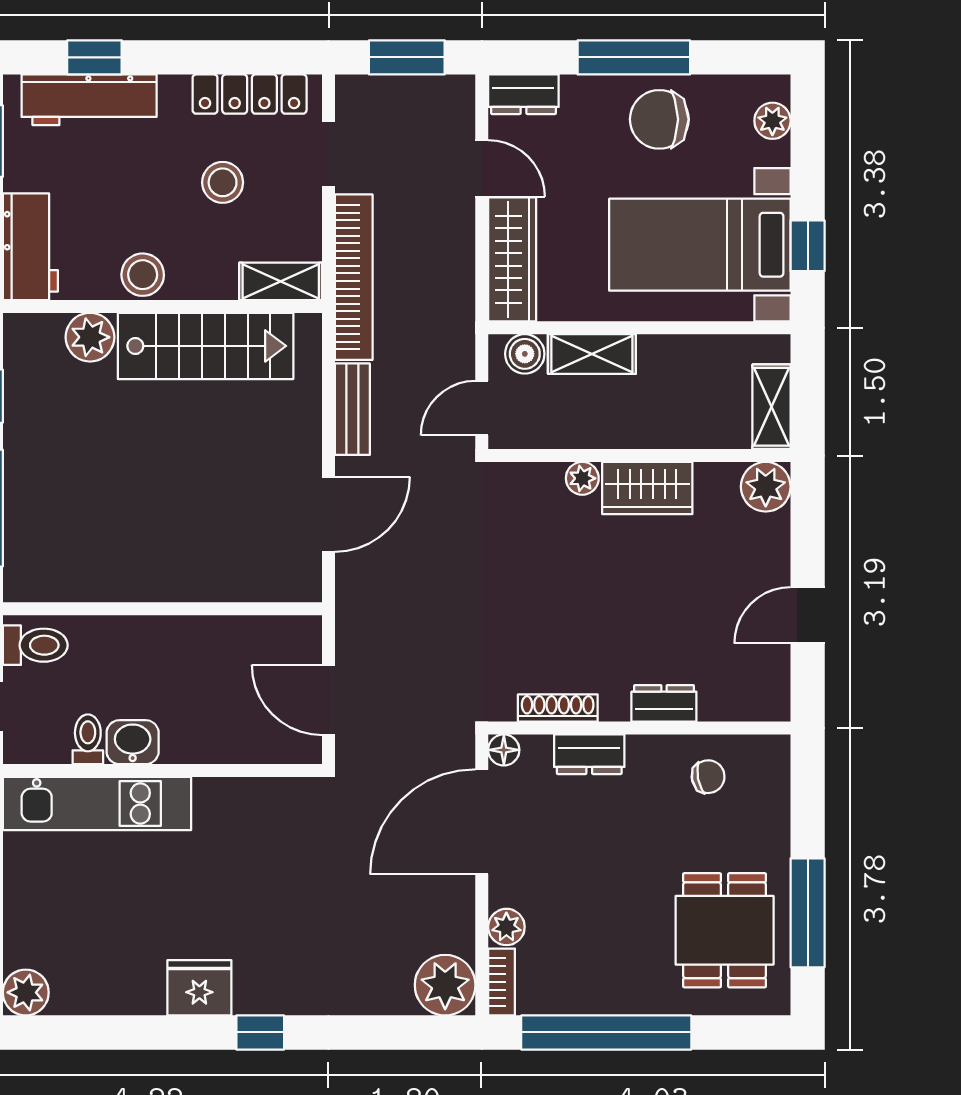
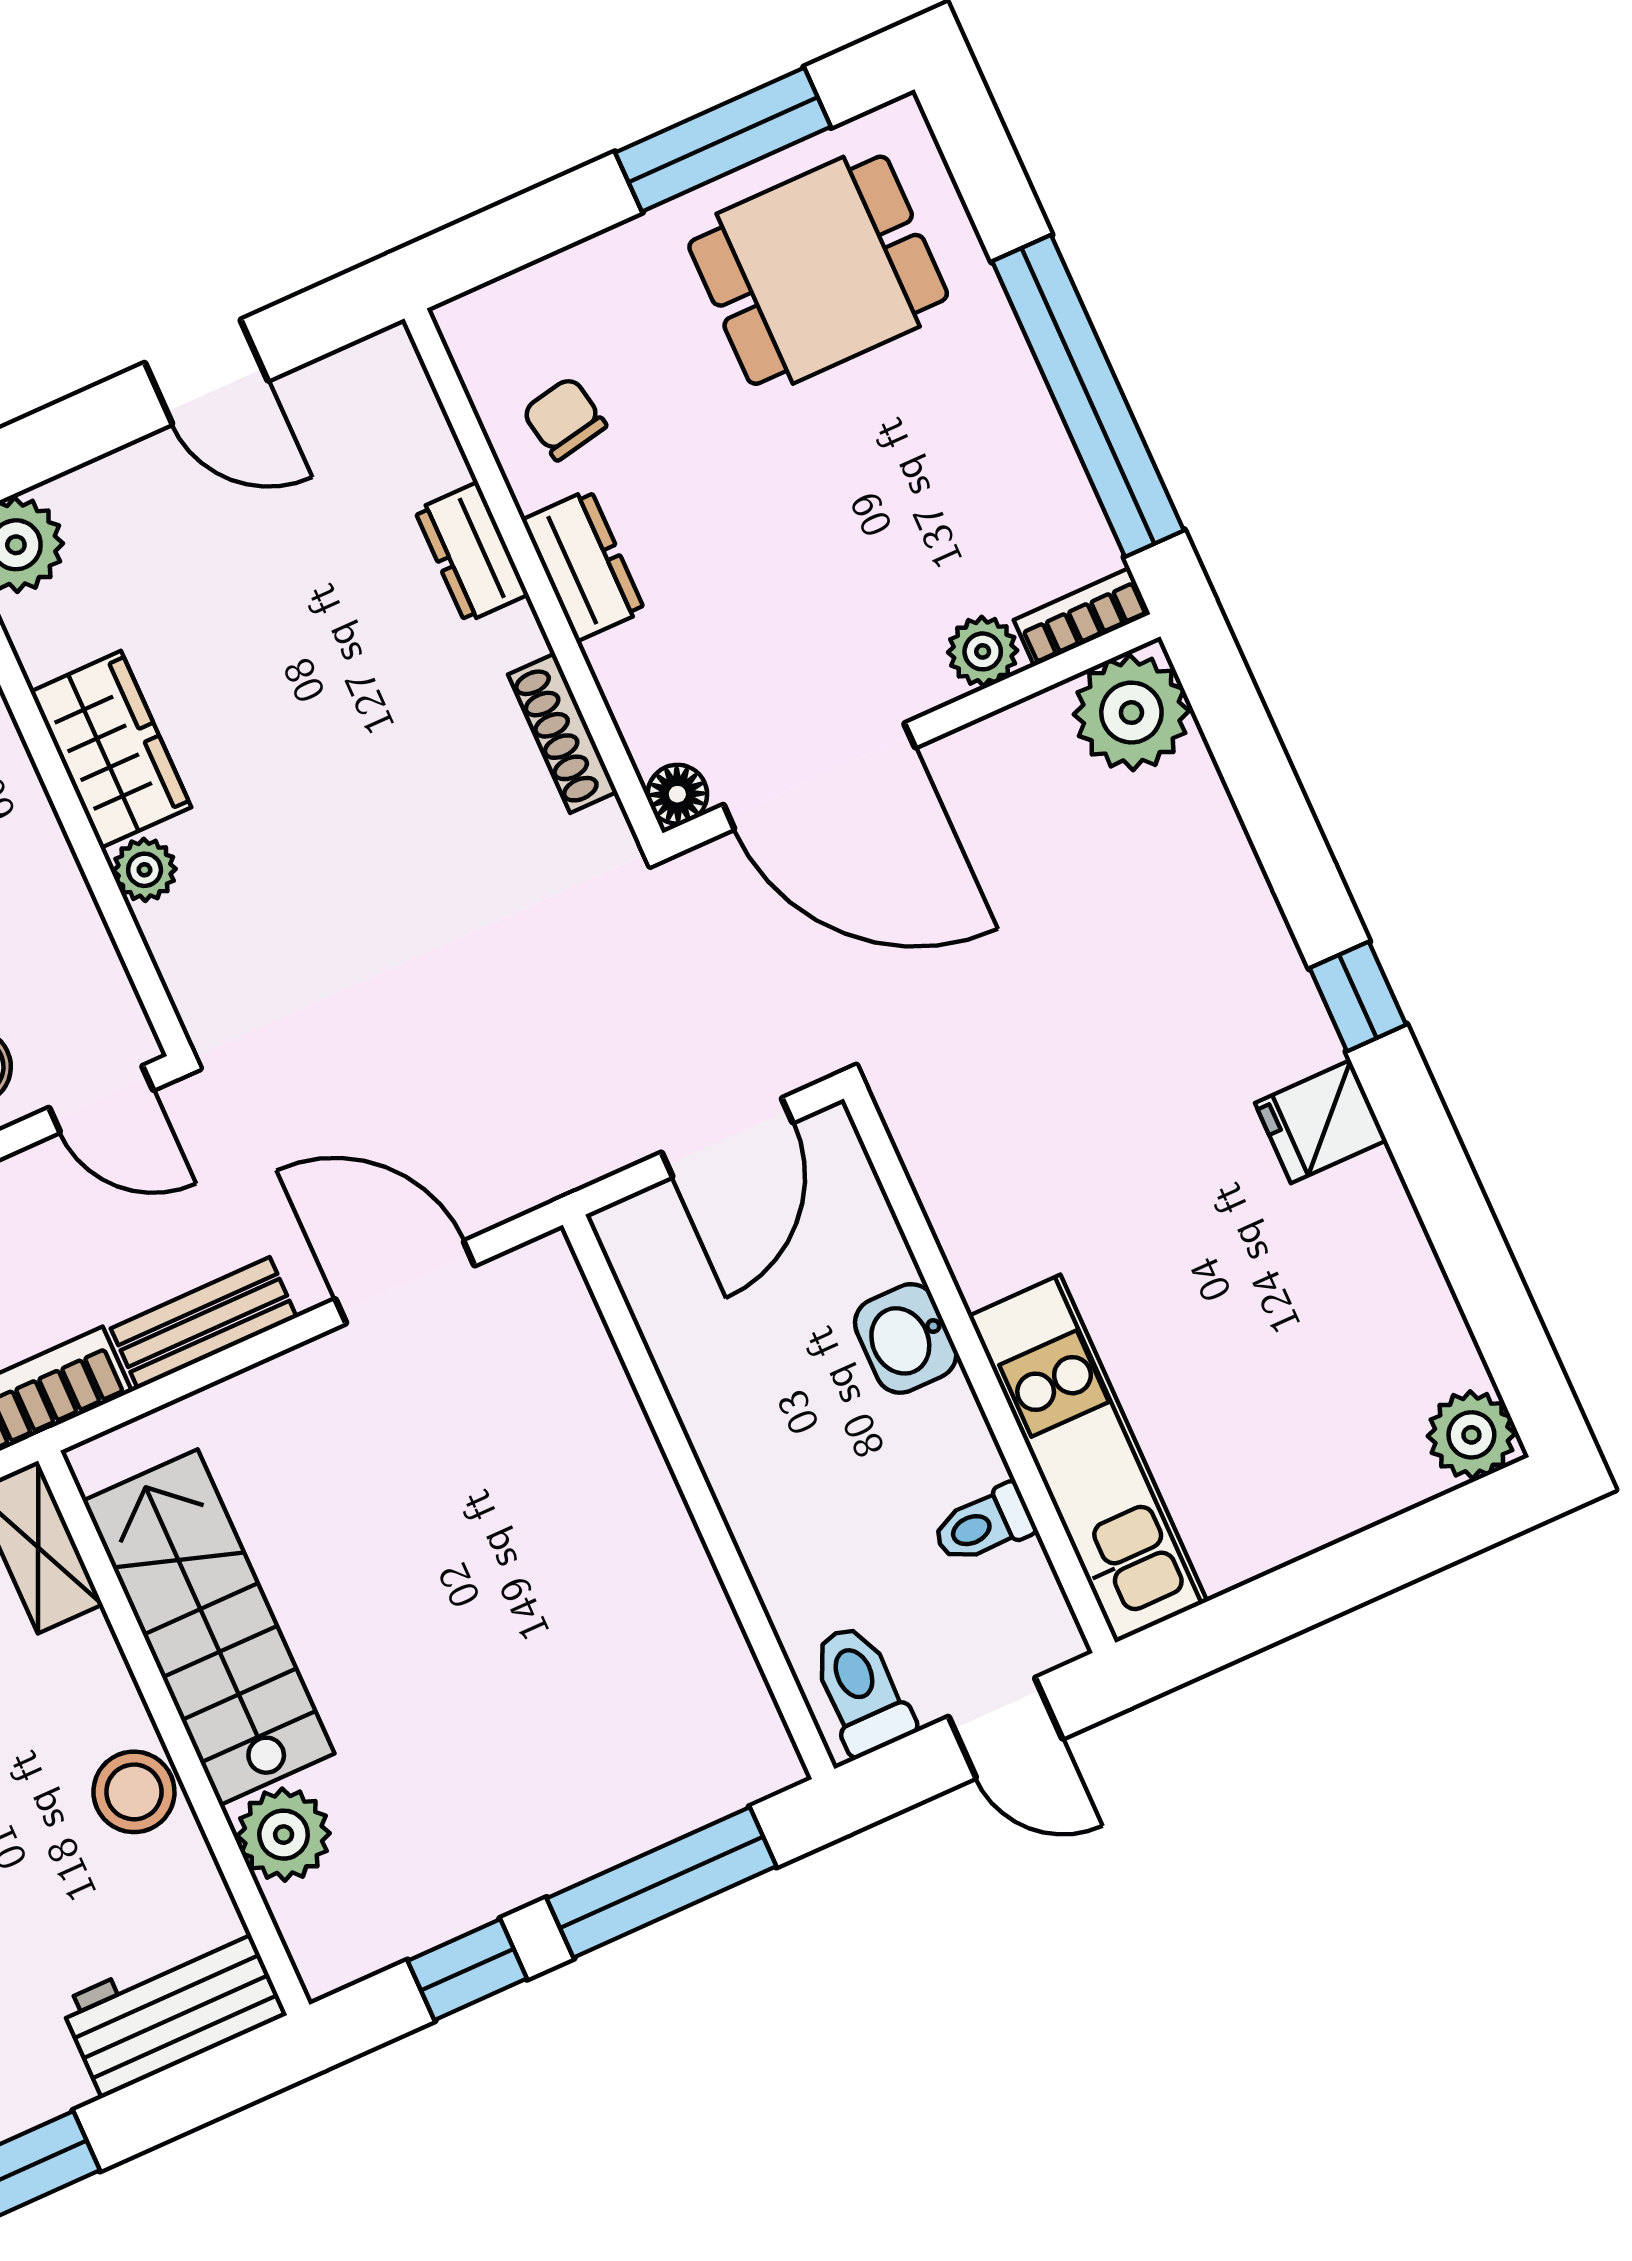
washbasin: (133, 742) -> (906, 1338), moved
dresser: (589, 754) -> (583, 565), moved
fridge: (199, 988) -> (1321, 1122), width x0.72

